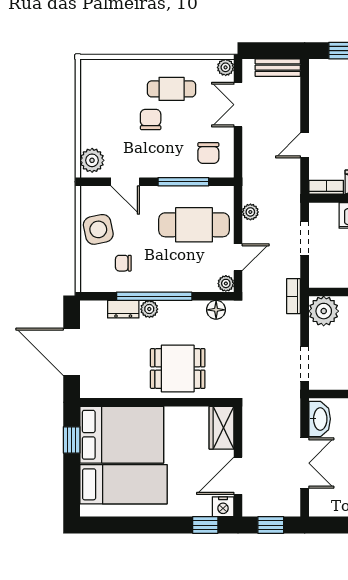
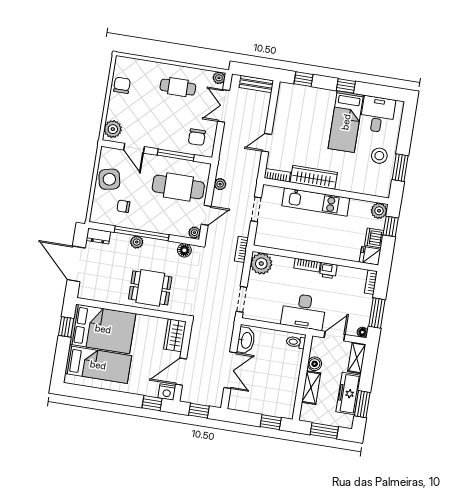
chair: (151, 119) -> (122, 85), moved
dresser: (123, 309) -> (98, 236), moved

